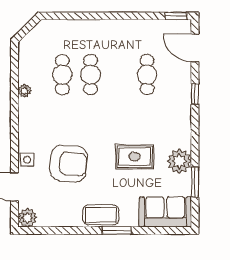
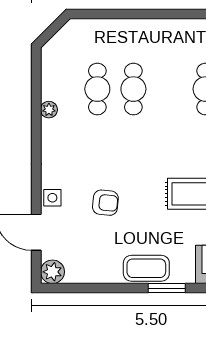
armchair: (69, 164) -> (105, 203), width x0.53, depth x0.53

